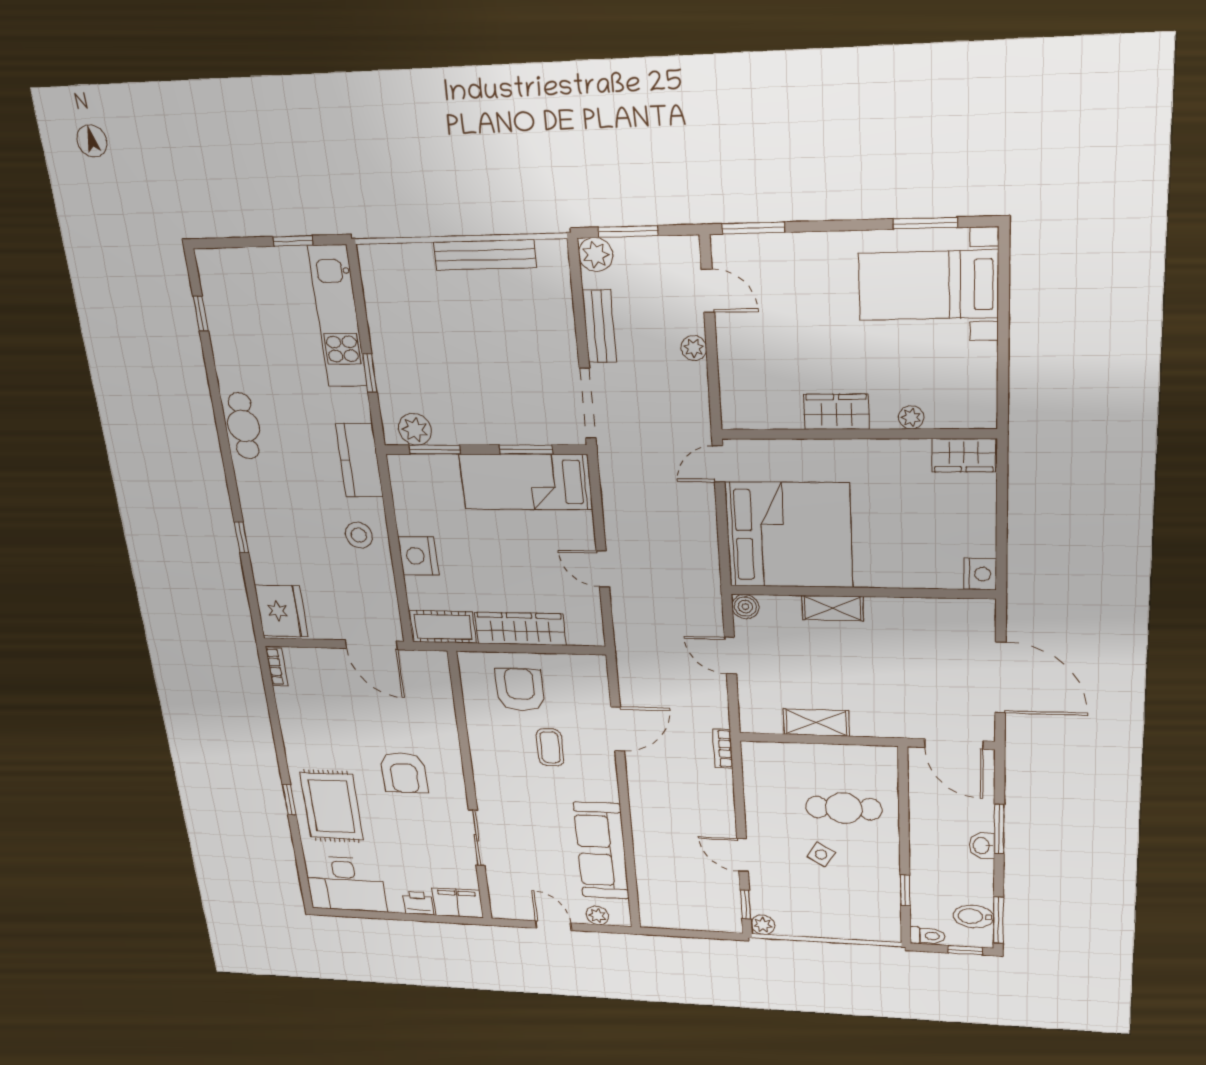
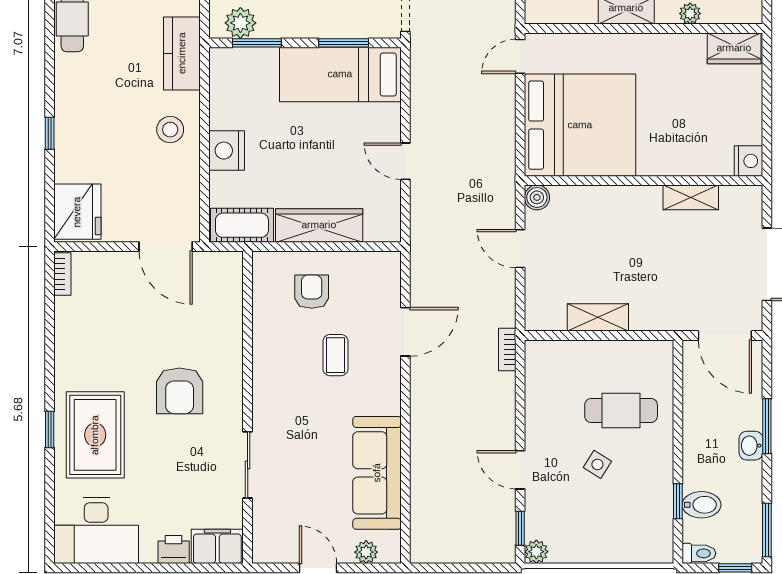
shelving: (833, 608) -> (691, 197), moved
armchair: (520, 690) -> (312, 292), width x0.72, depth x0.72
bidet: (974, 916) -> (701, 505), moved, turned 180

